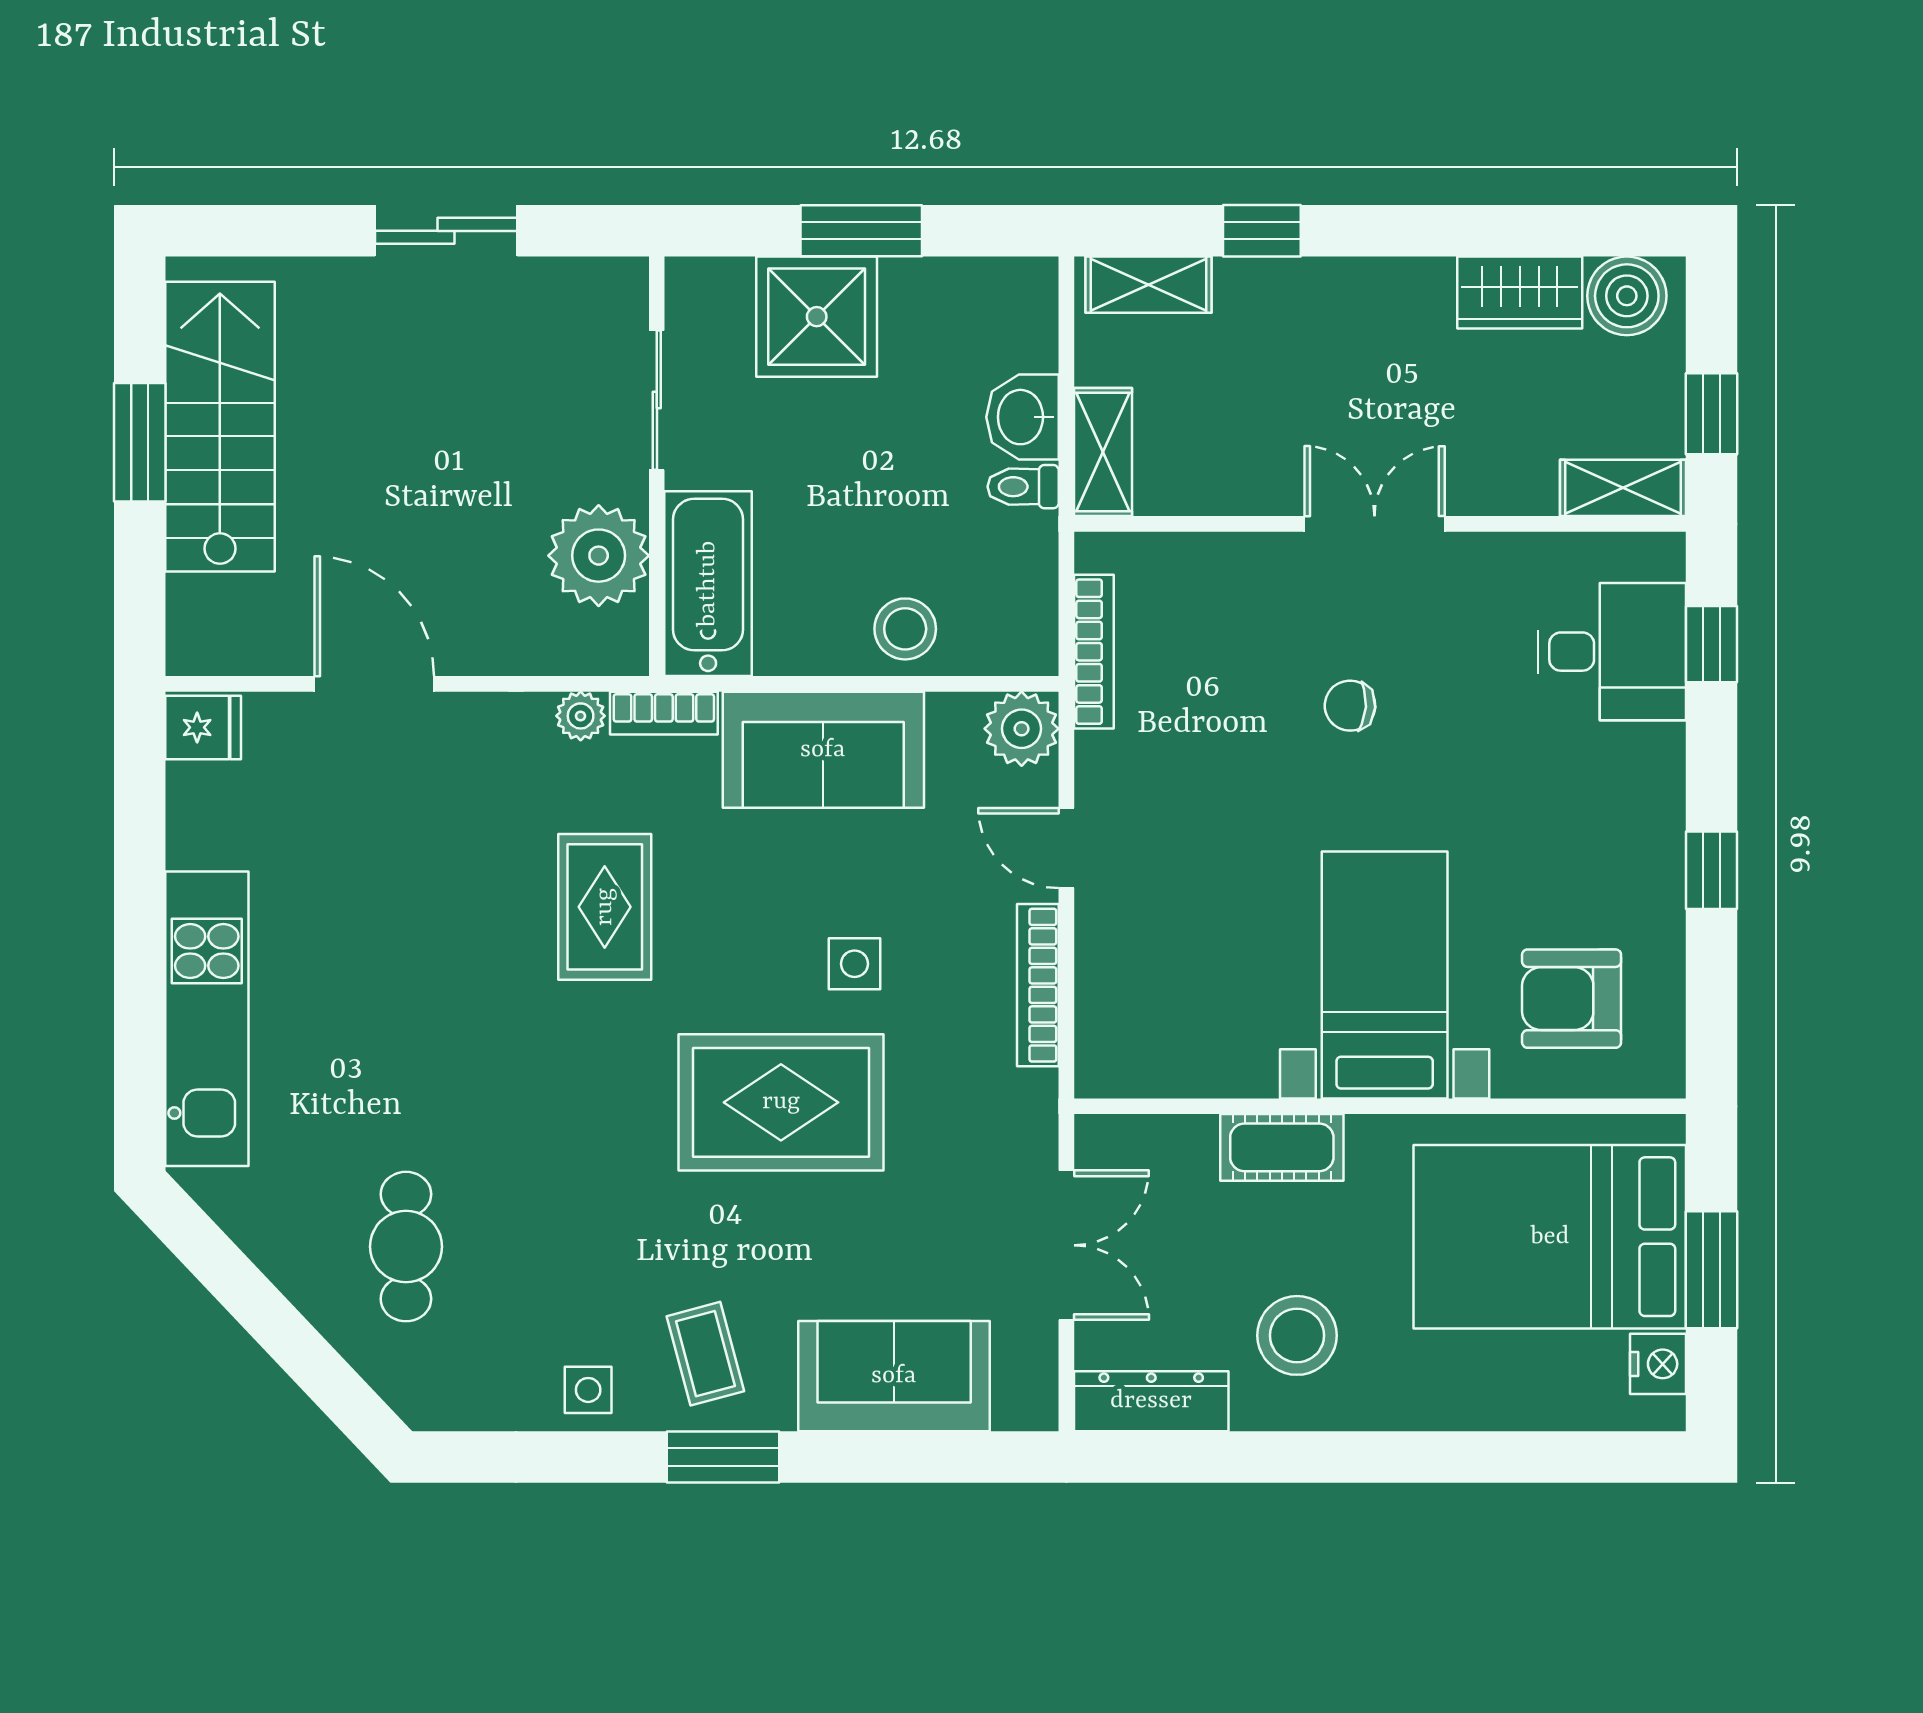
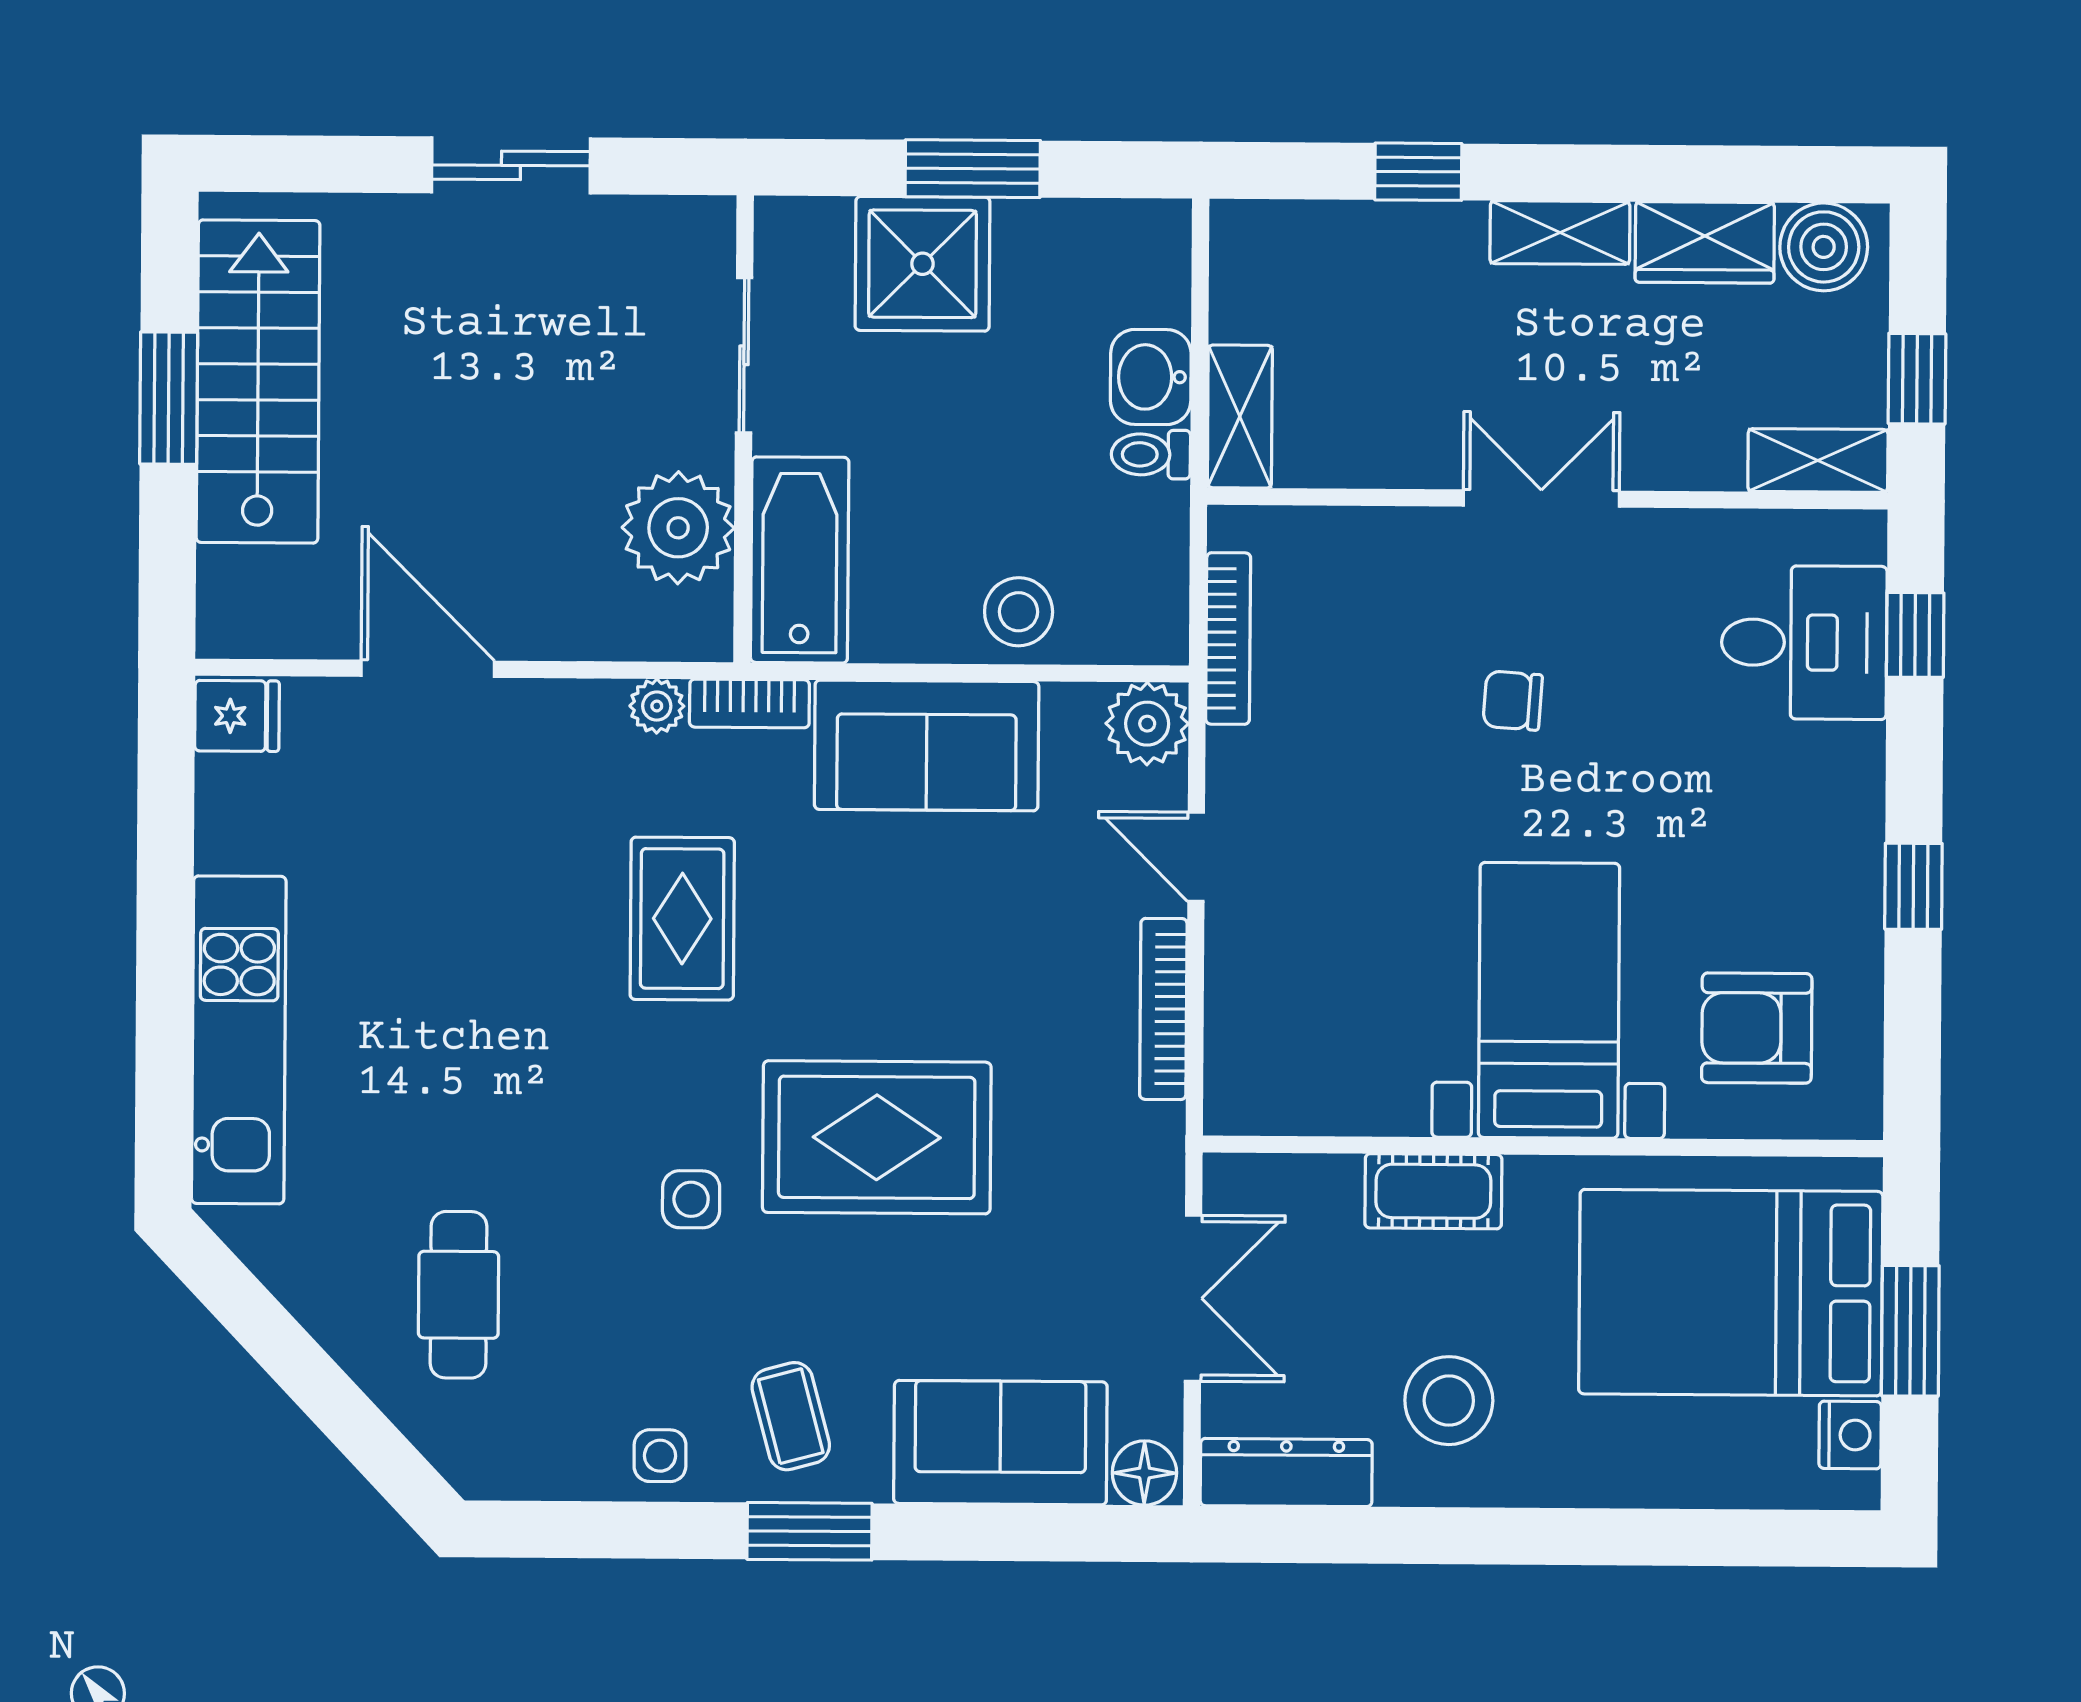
shelving: (1148, 285) -> (1560, 233), moved
side table: (855, 964) -> (691, 1199), moved
floor lamp: (1024, 1402) -> (1144, 1473), added

